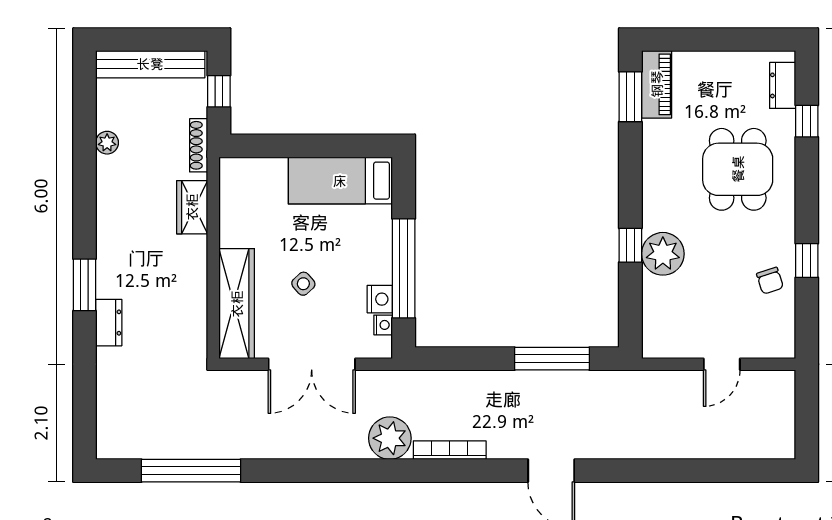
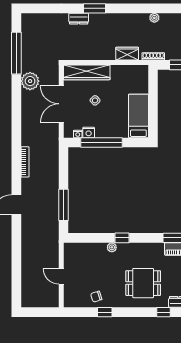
window: (630, 245) -> (122, 238), moved
plant: (663, 254) -> (112, 247), width x0.53, depth x0.53
plant: (390, 438) -> (30, 81), moved

